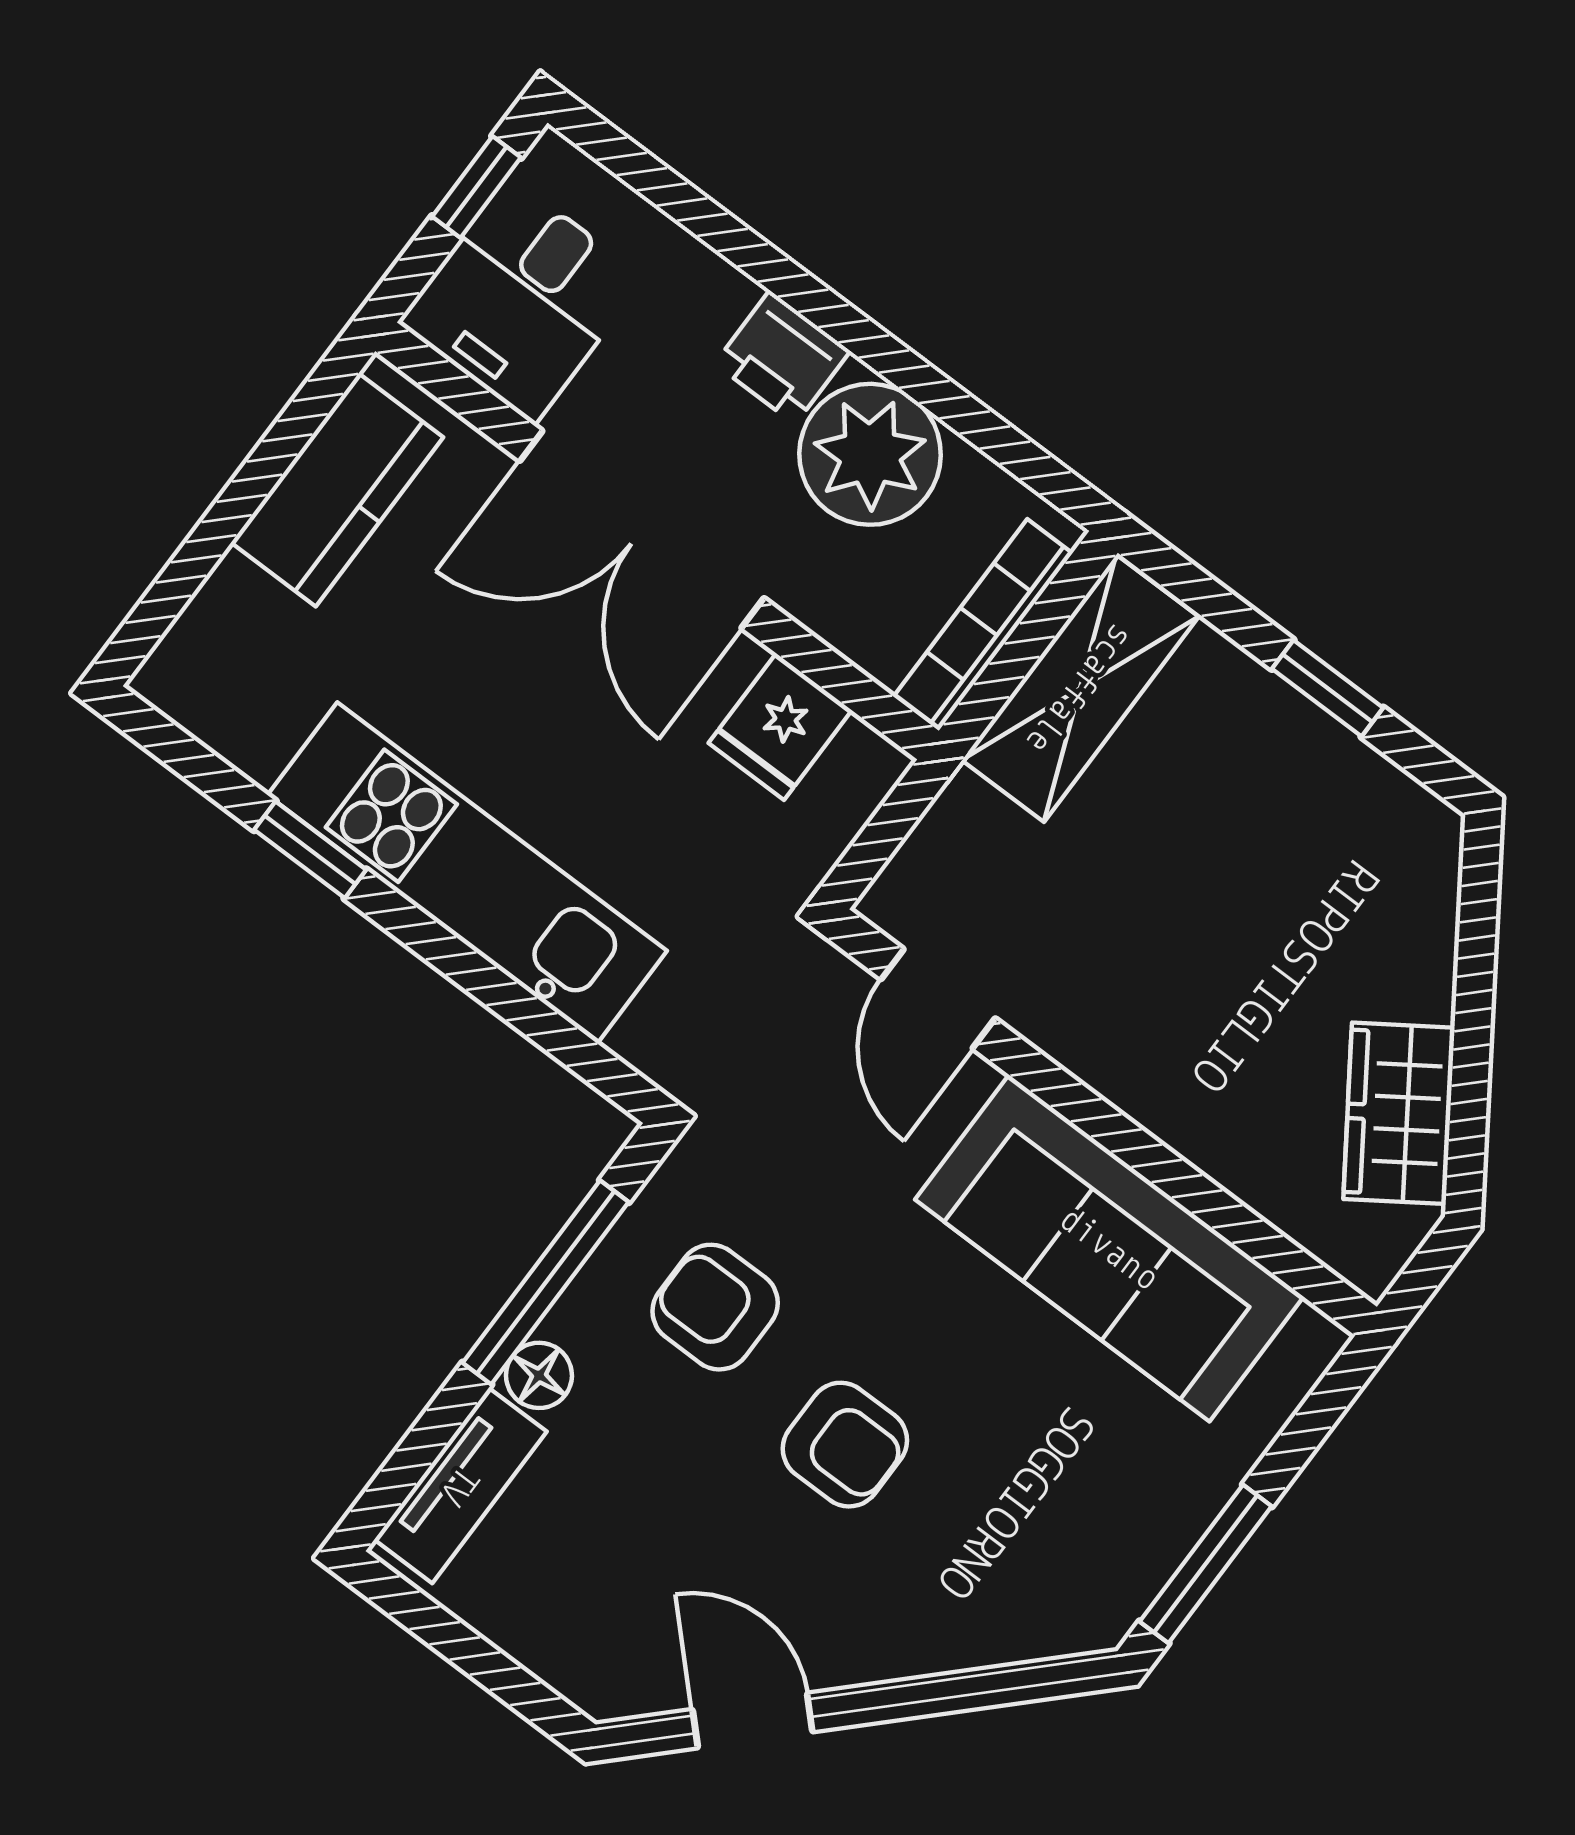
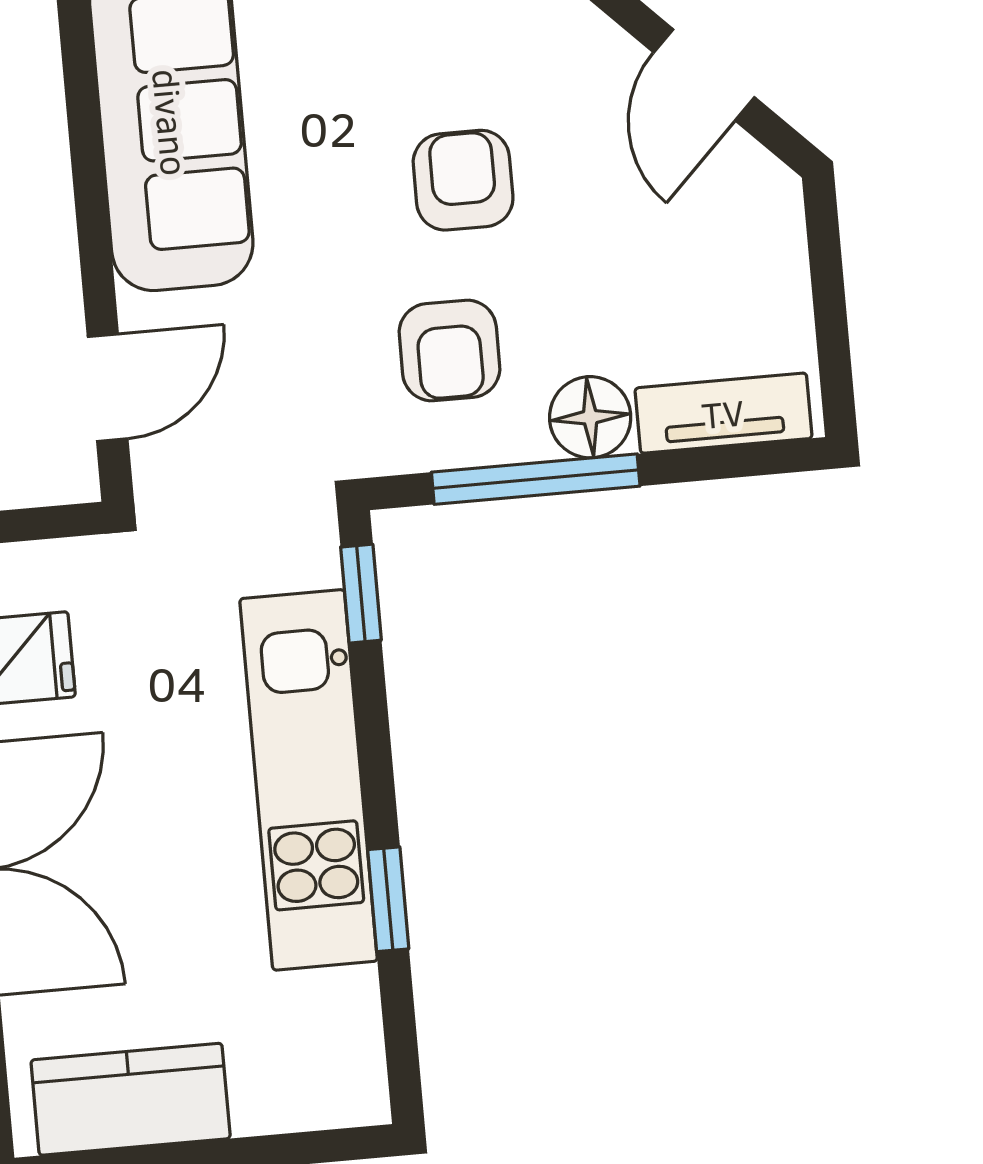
window: (581, 1054) -> (361, 594), added
floor lamp: (539, 1375) -> (590, 417), width x1.37, depth x1.37

